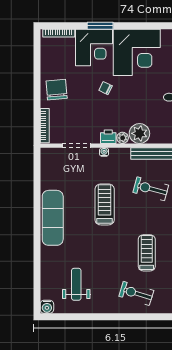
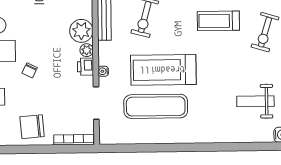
treadmill: (105, 204) -> (163, 70), width x1.37, depth x1.38
exercise mat: (53, 218) -> (156, 106), moved

